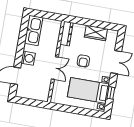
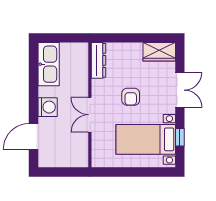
wardrobe: (96, 33) -> (159, 52), moved
double door: (55, 68) -> (90, 115), swing flipped

